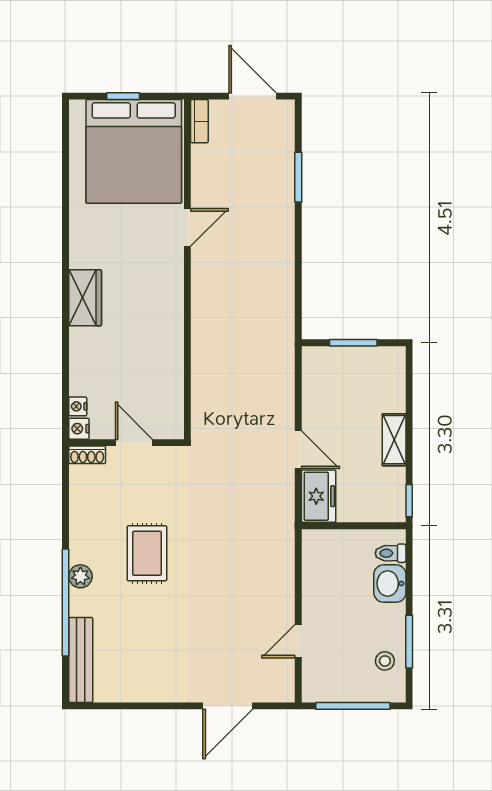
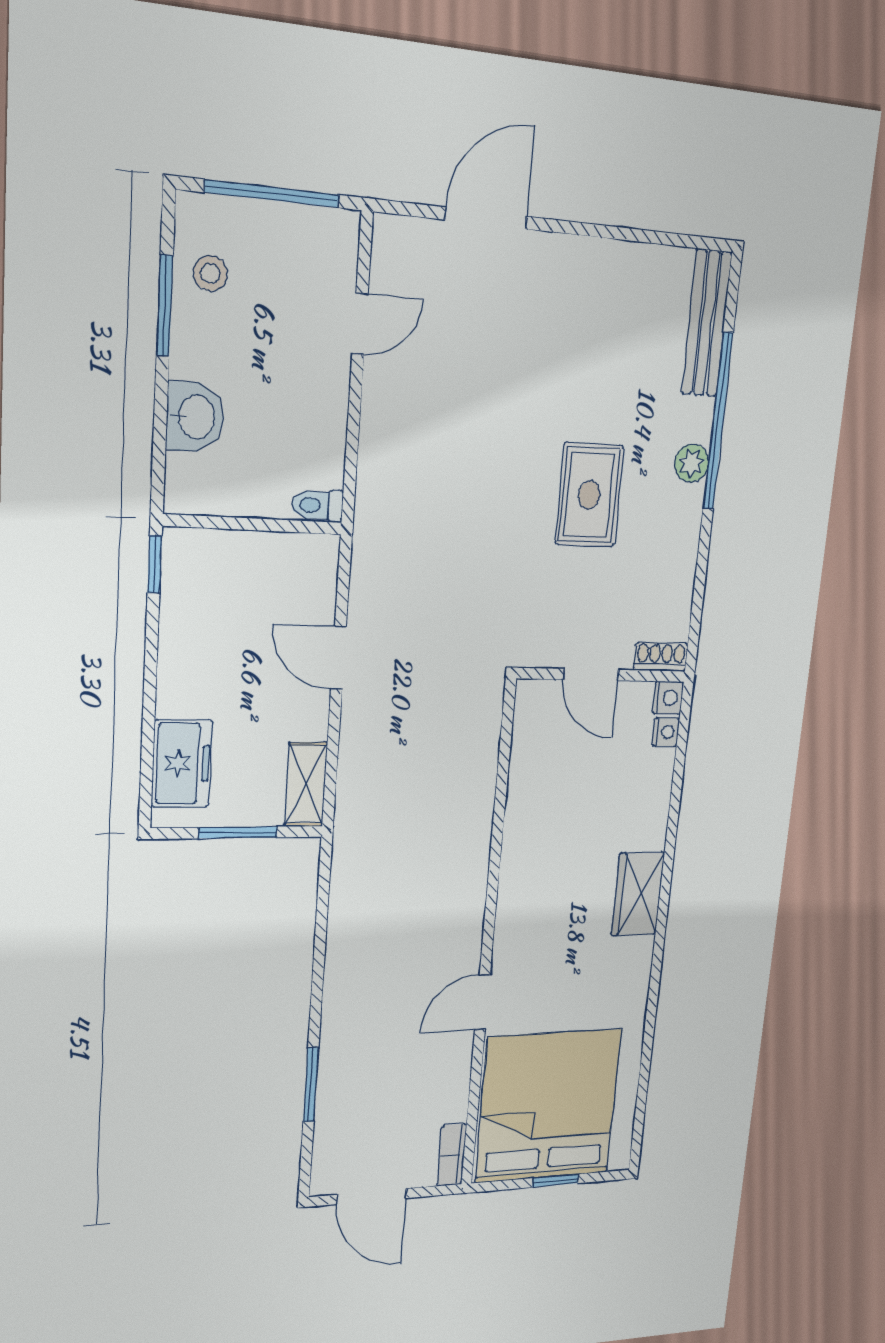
shelving: (394, 440) -> (306, 784), moved
freezer: (319, 496) -> (182, 763), moved, turned 180
toilet: (391, 553) -> (317, 505), moved, turned 180

